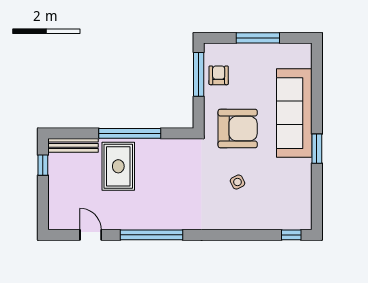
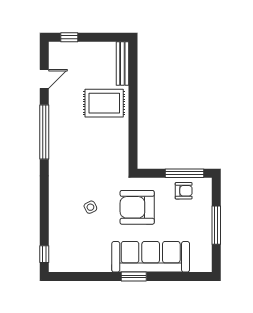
armchair: (238, 129) -> (137, 207), turned 90
window: (130, 133) -> (133, 113), removed
window: (317, 149) -> (134, 277), moved
window: (43, 165) -> (69, 37), moved

